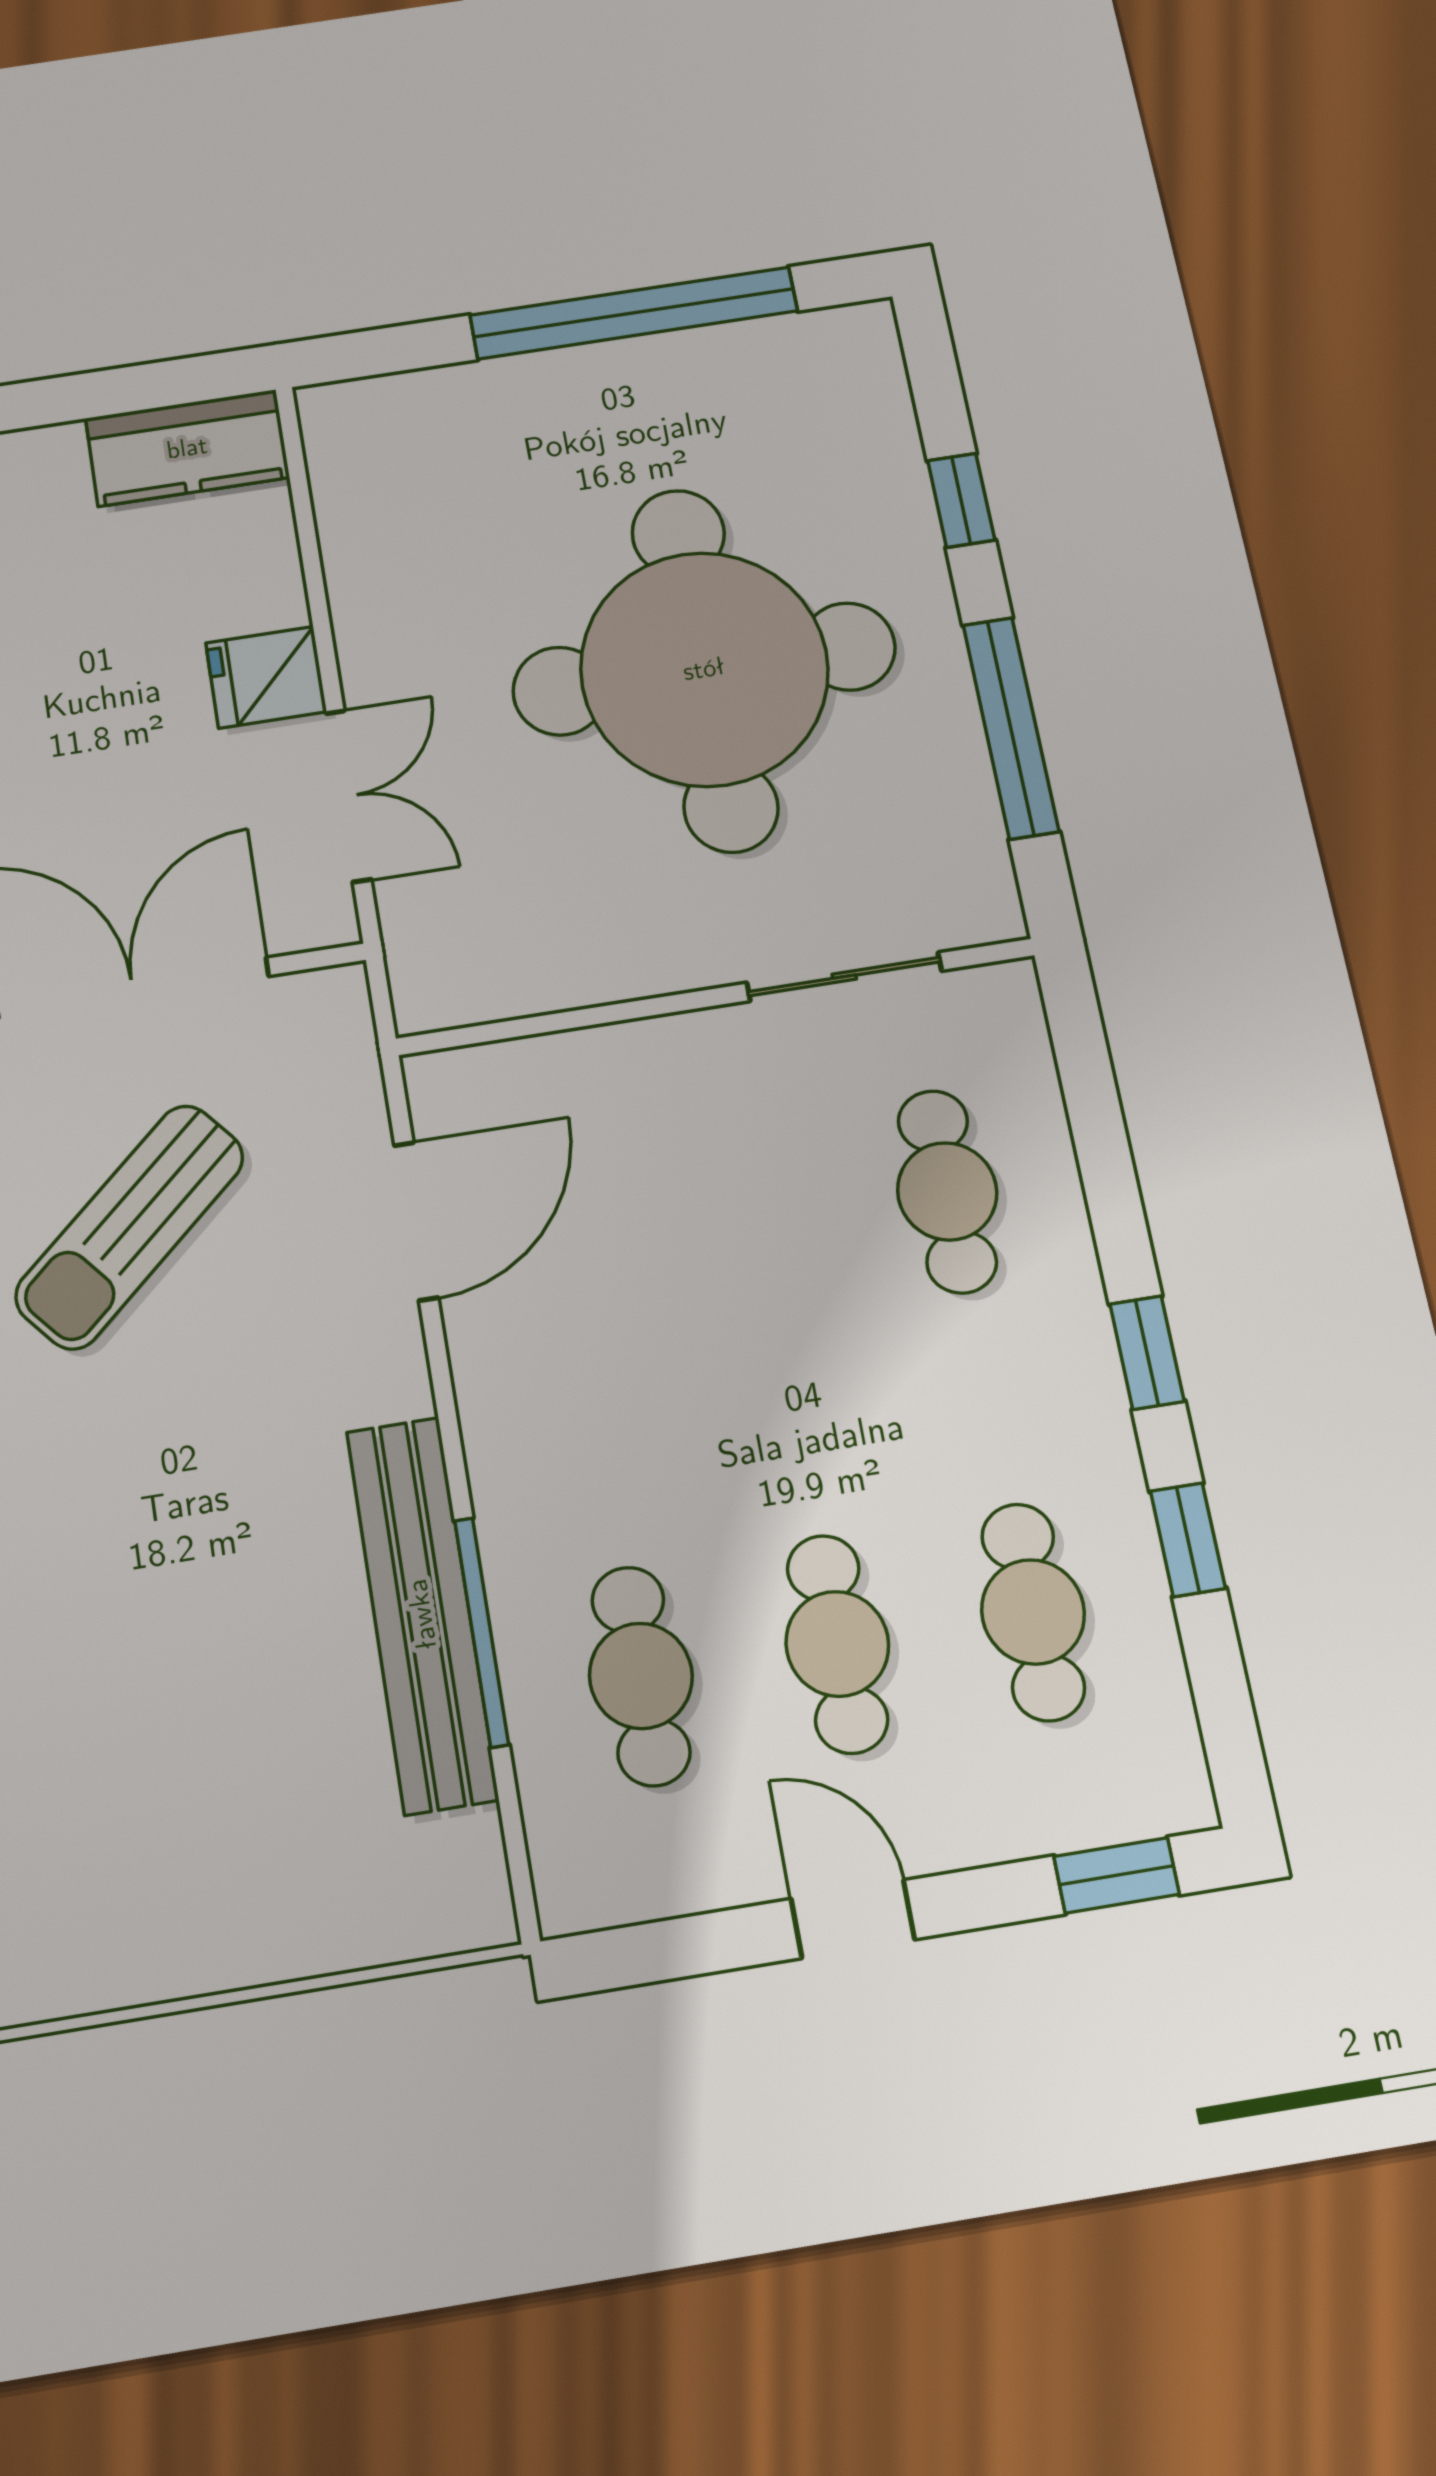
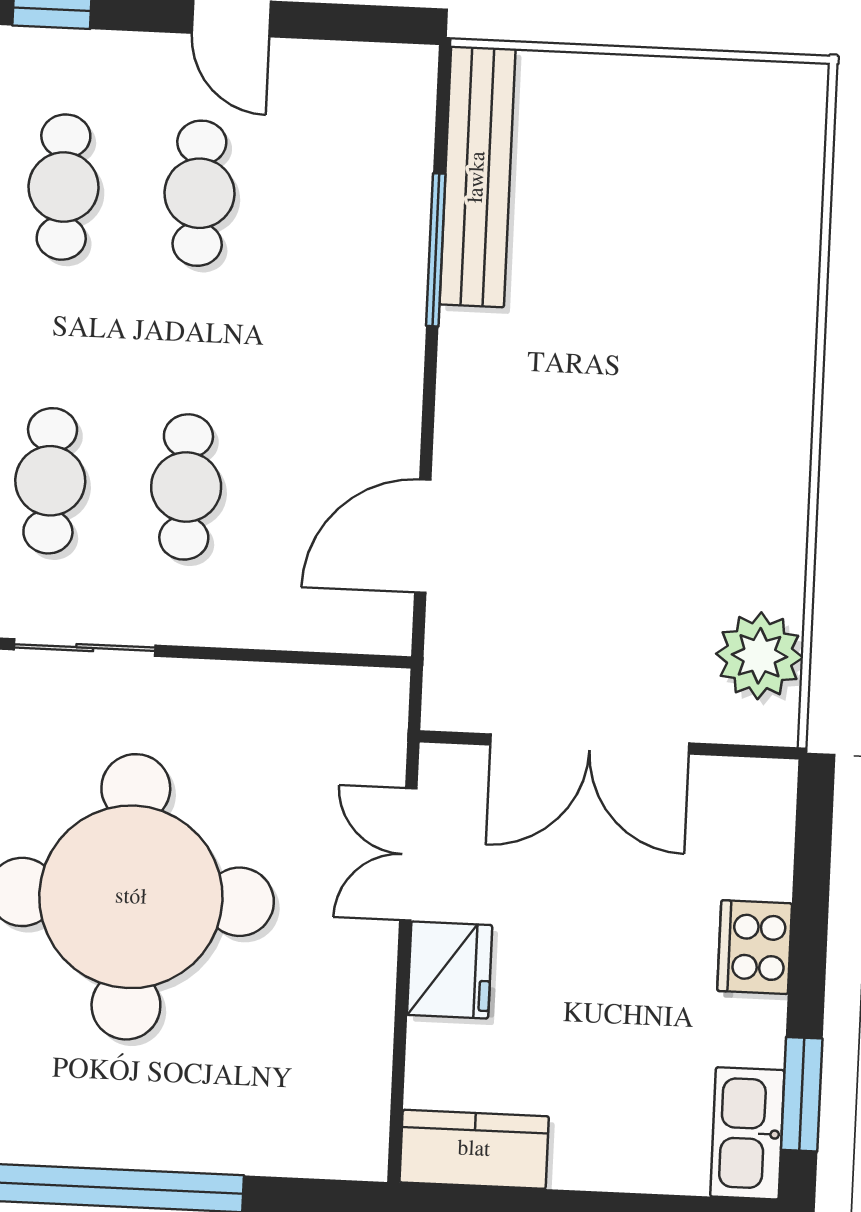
fridge: (266, 677) -> (450, 970), width x1.38
sun lounger: (130, 1227) -> (622, 573), removed
bench: (422, 1614) -> (477, 177), moved
cafe table: (641, 1676) -> (186, 487), moved

